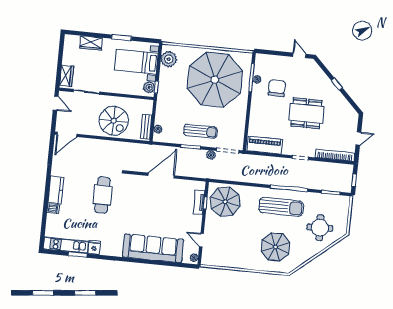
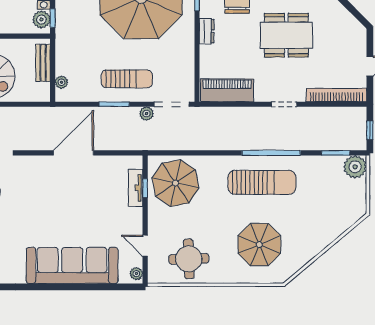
dresser: (255, 106) -> (207, 31), added
bench: (146, 127) -> (43, 63), moved
plant: (342, 203) -> (355, 167), added
round table: (320, 228) -> (189, 259), moved

